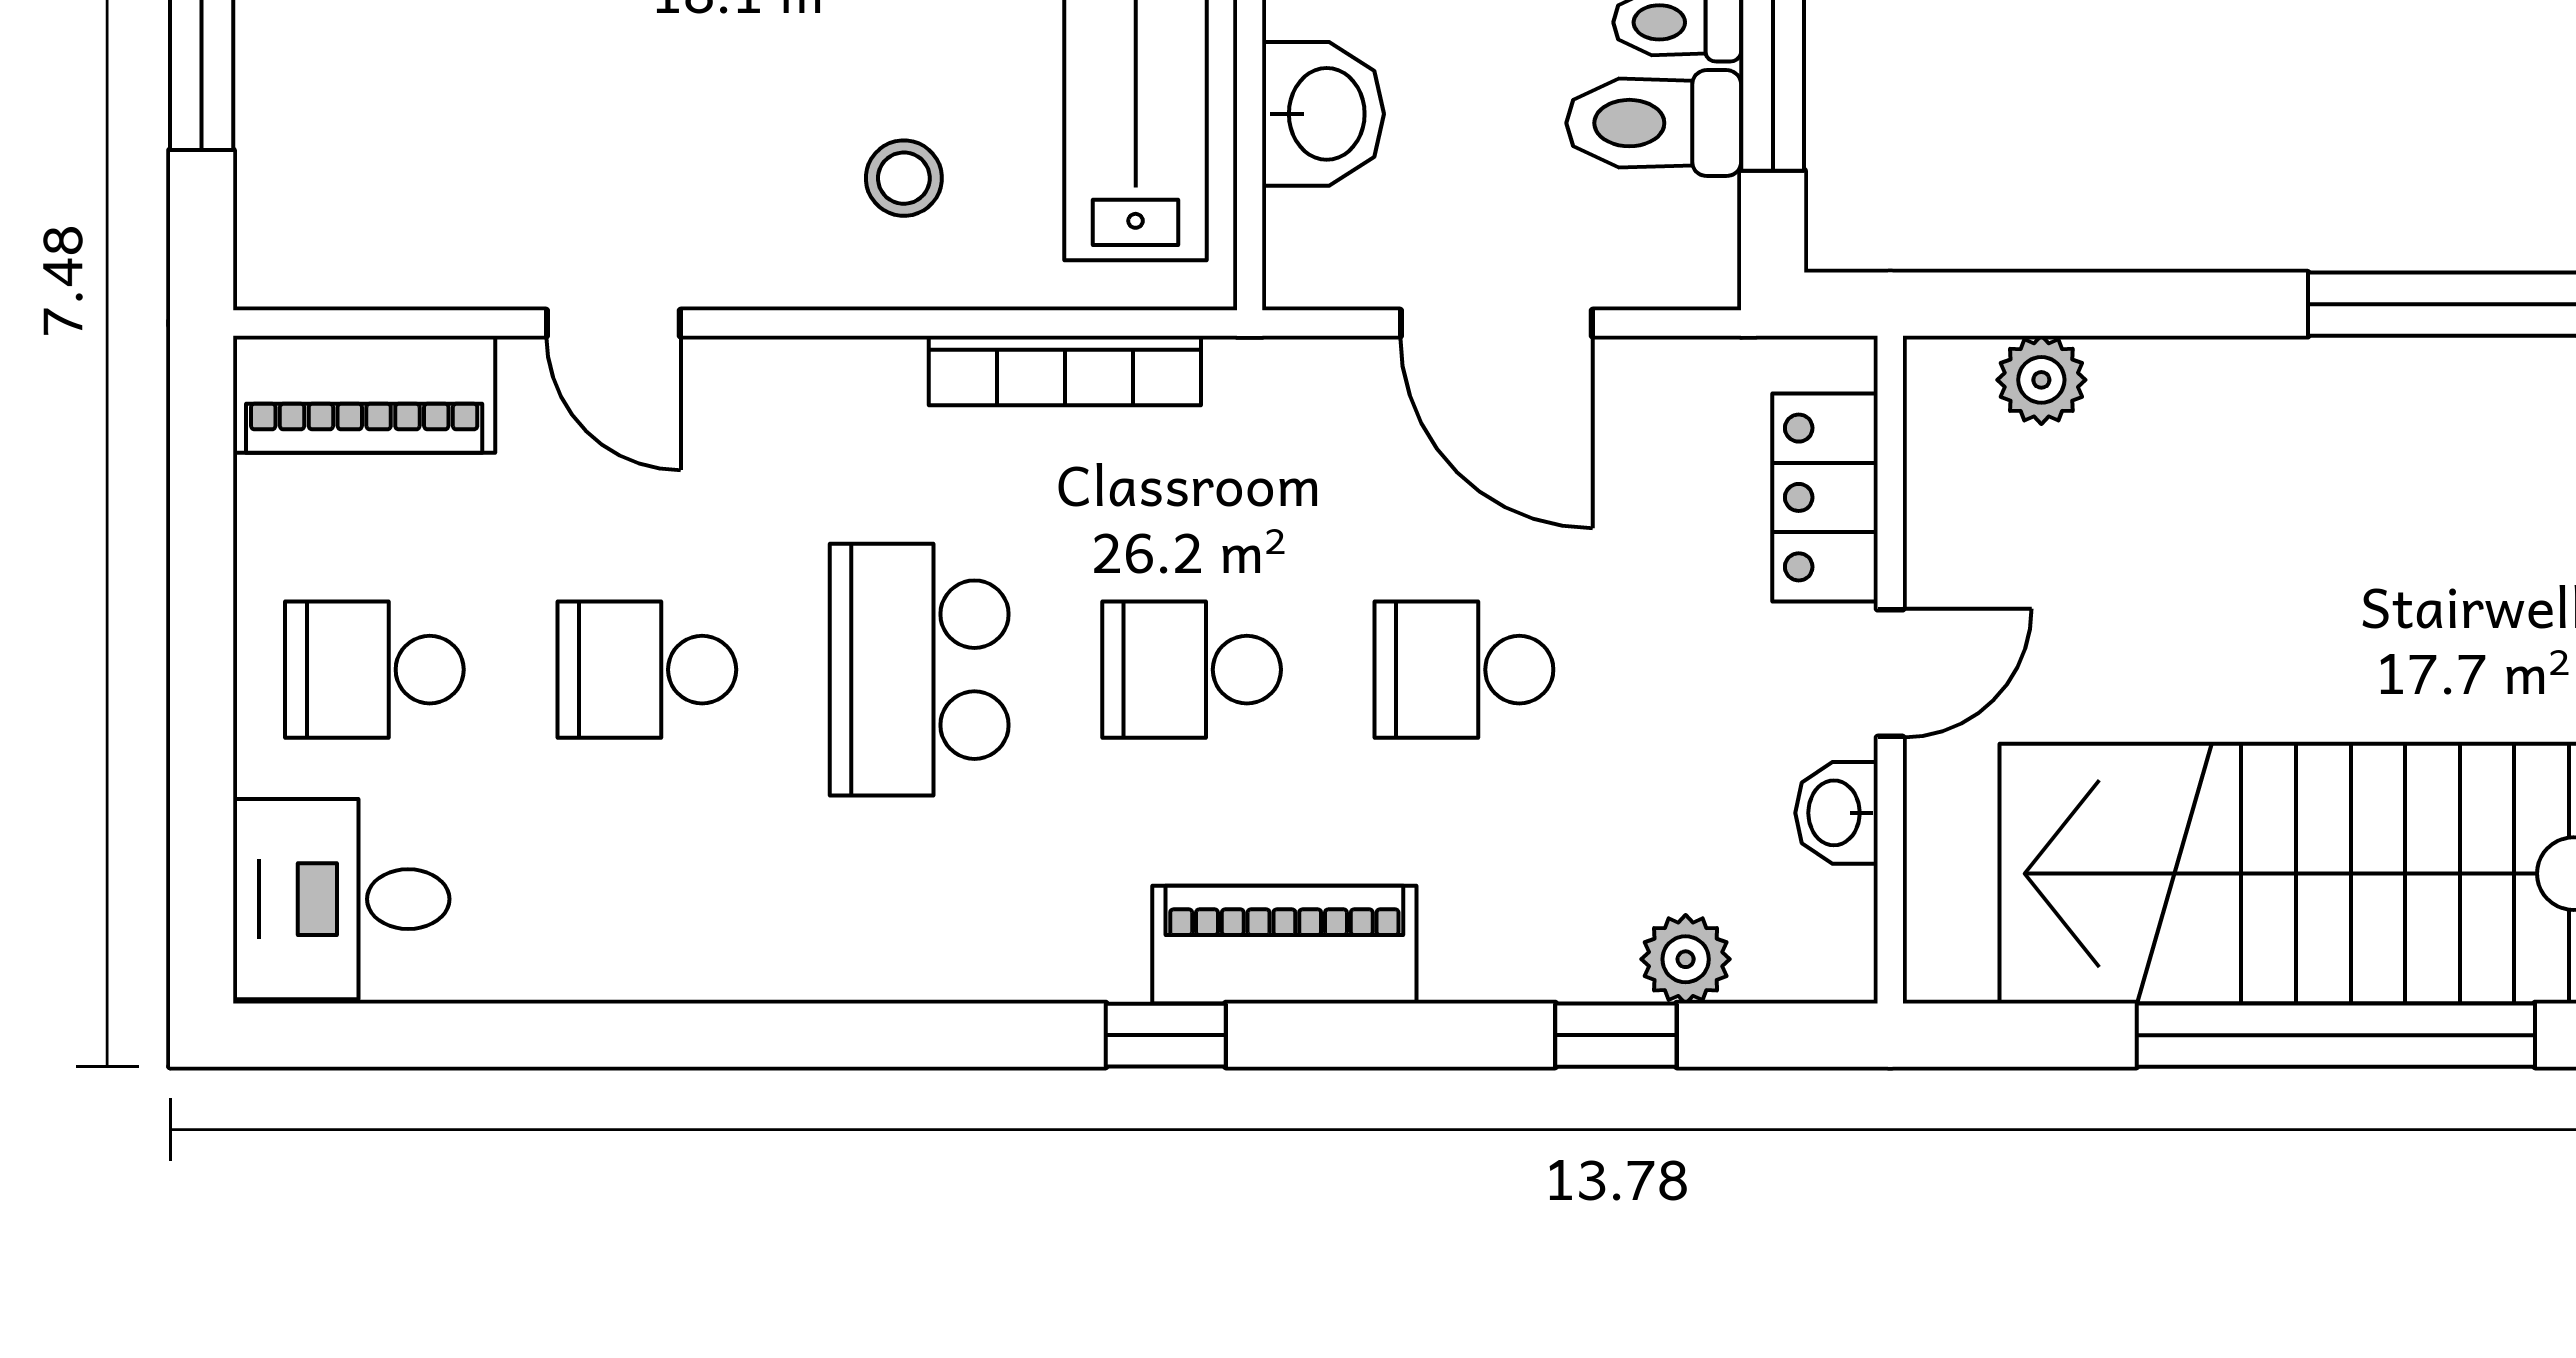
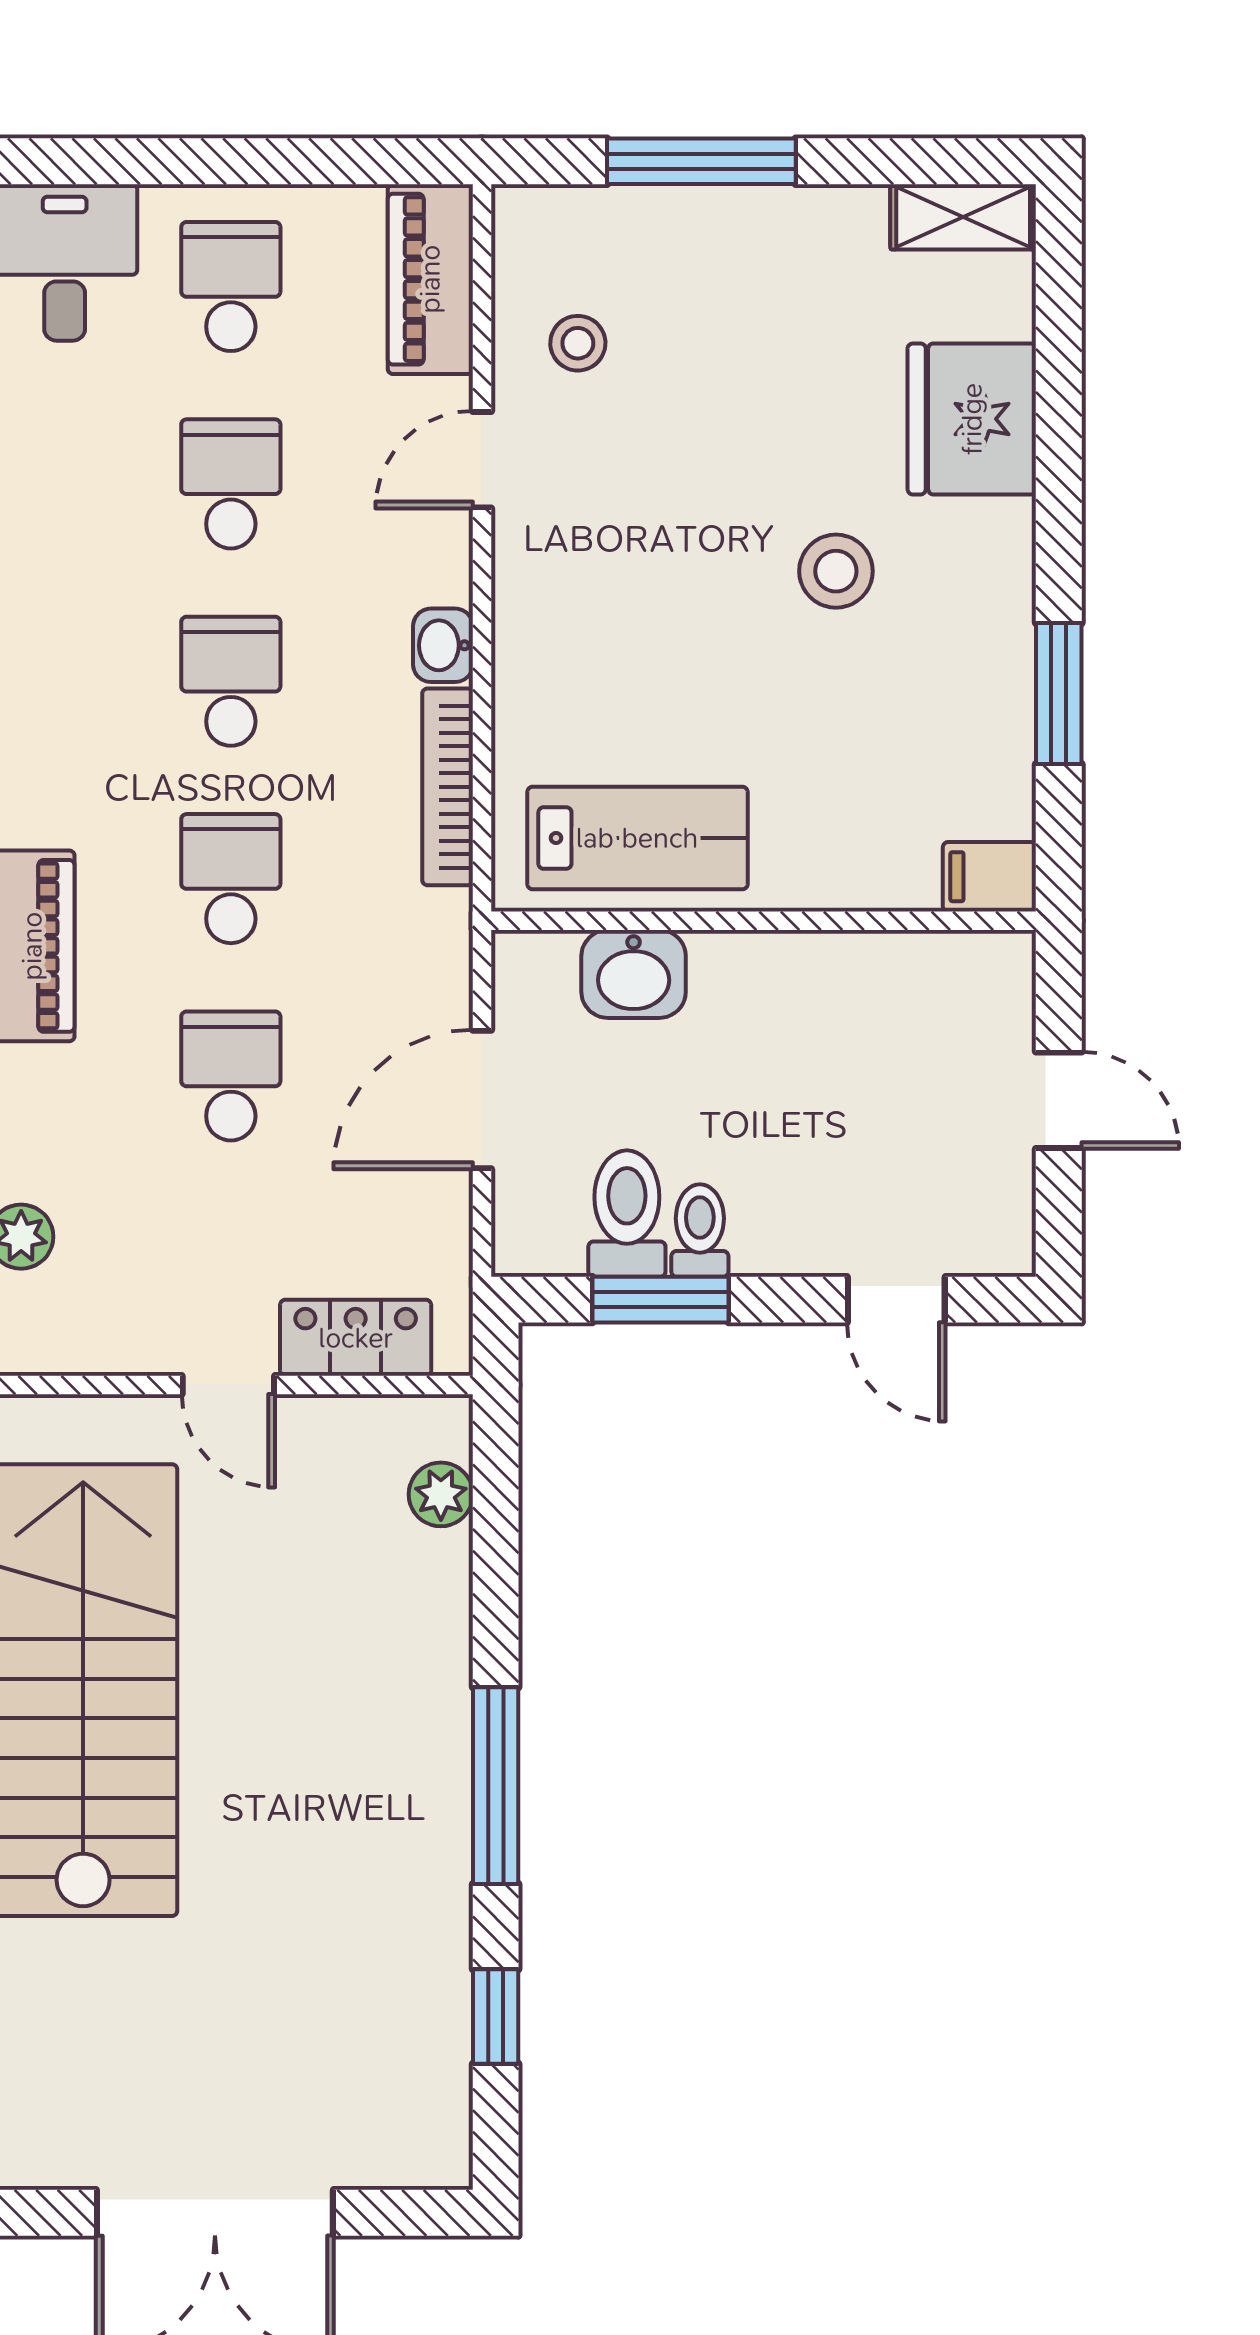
stool: (904, 178) -> (578, 343), moved
school desk: (919, 670) -> (231, 681), width x0.54
washbasin: (1836, 813) -> (443, 645), moved, turned -90

